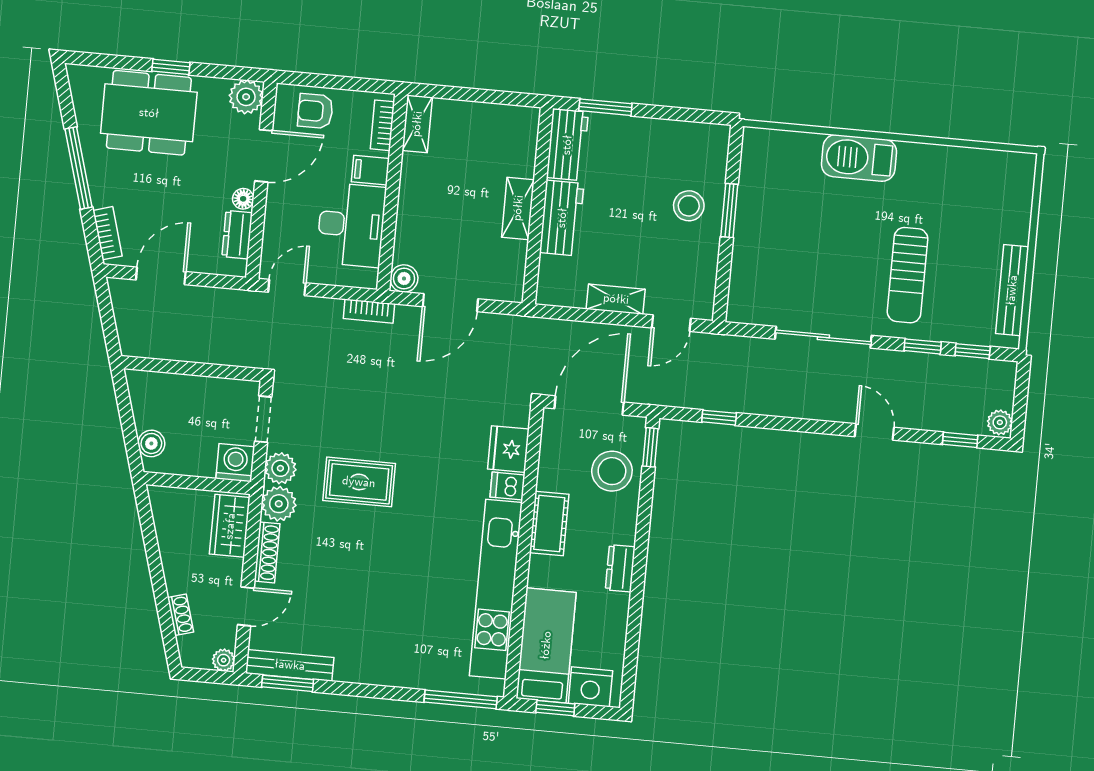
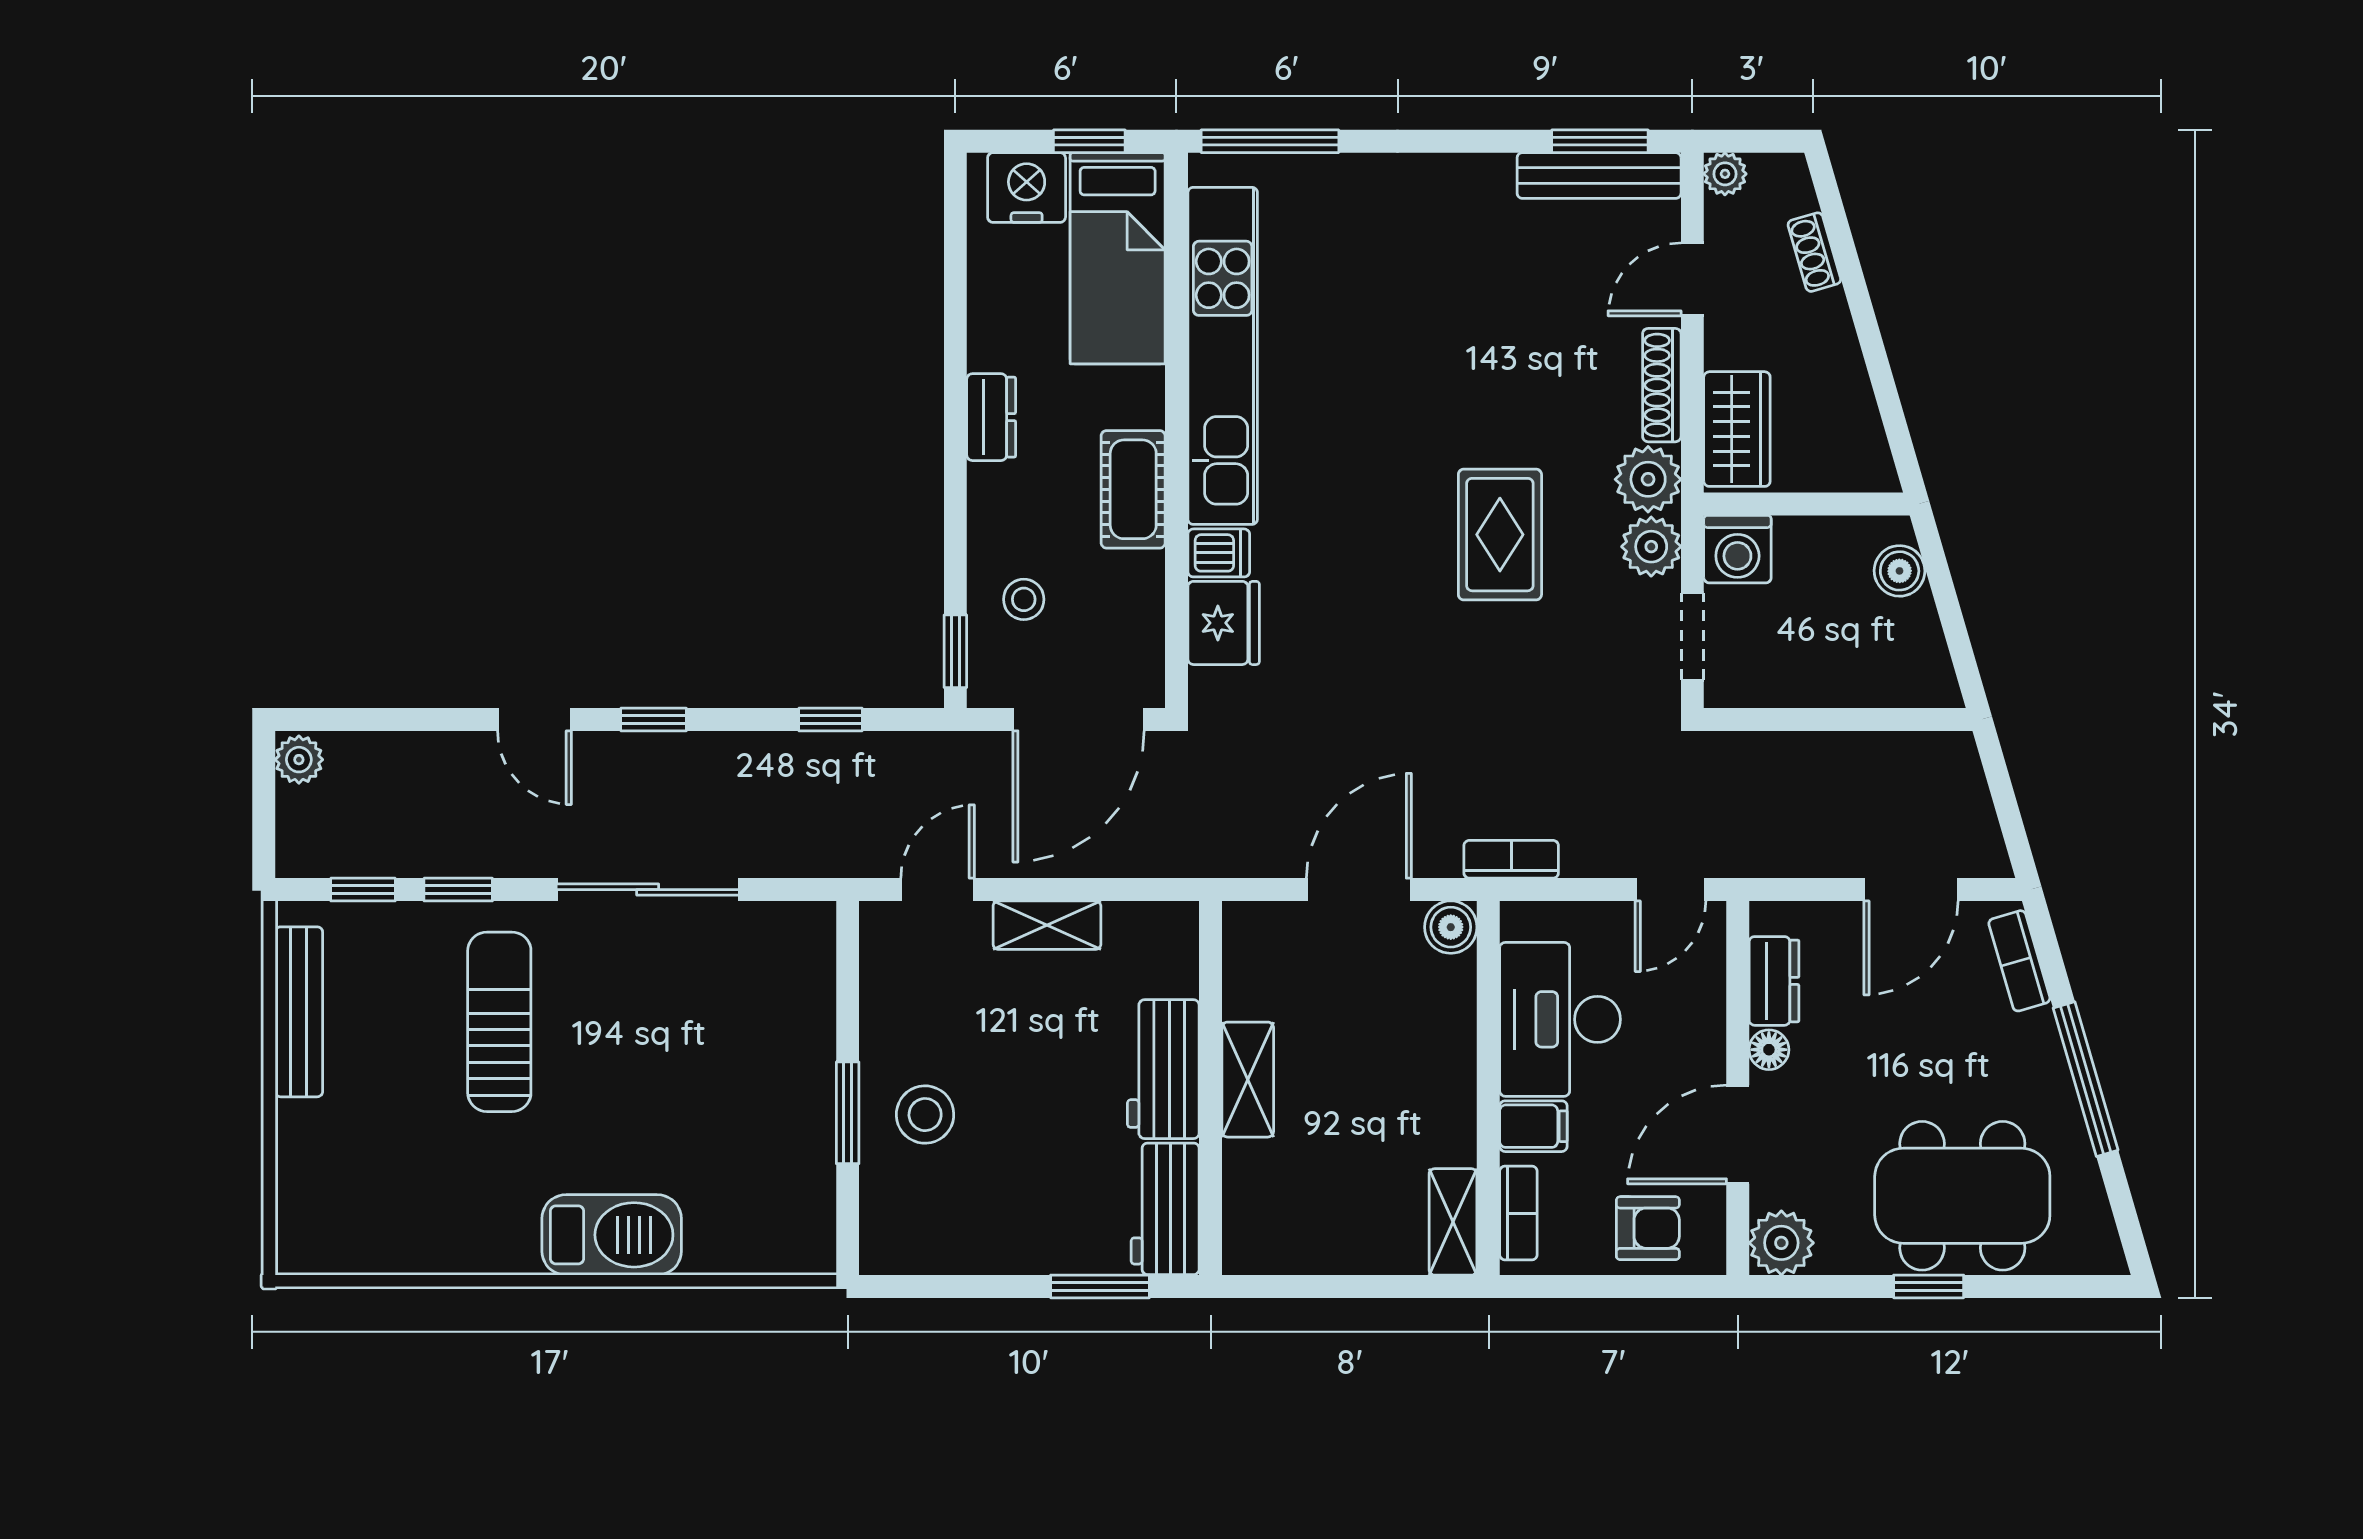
window: (960, 440) -> (654, 719), moved
stool: (612, 471) -> (1024, 599), width x0.53, depth x0.53
rug: (359, 482) -> (1500, 535), turned 90

